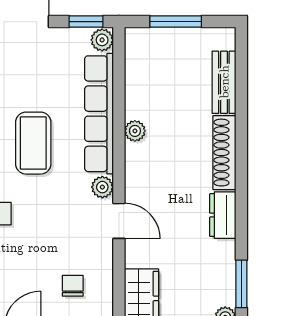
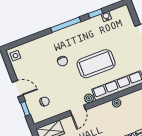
coffee table: (33, 143) -> (96, 64), width x1.36, depth x1.32

